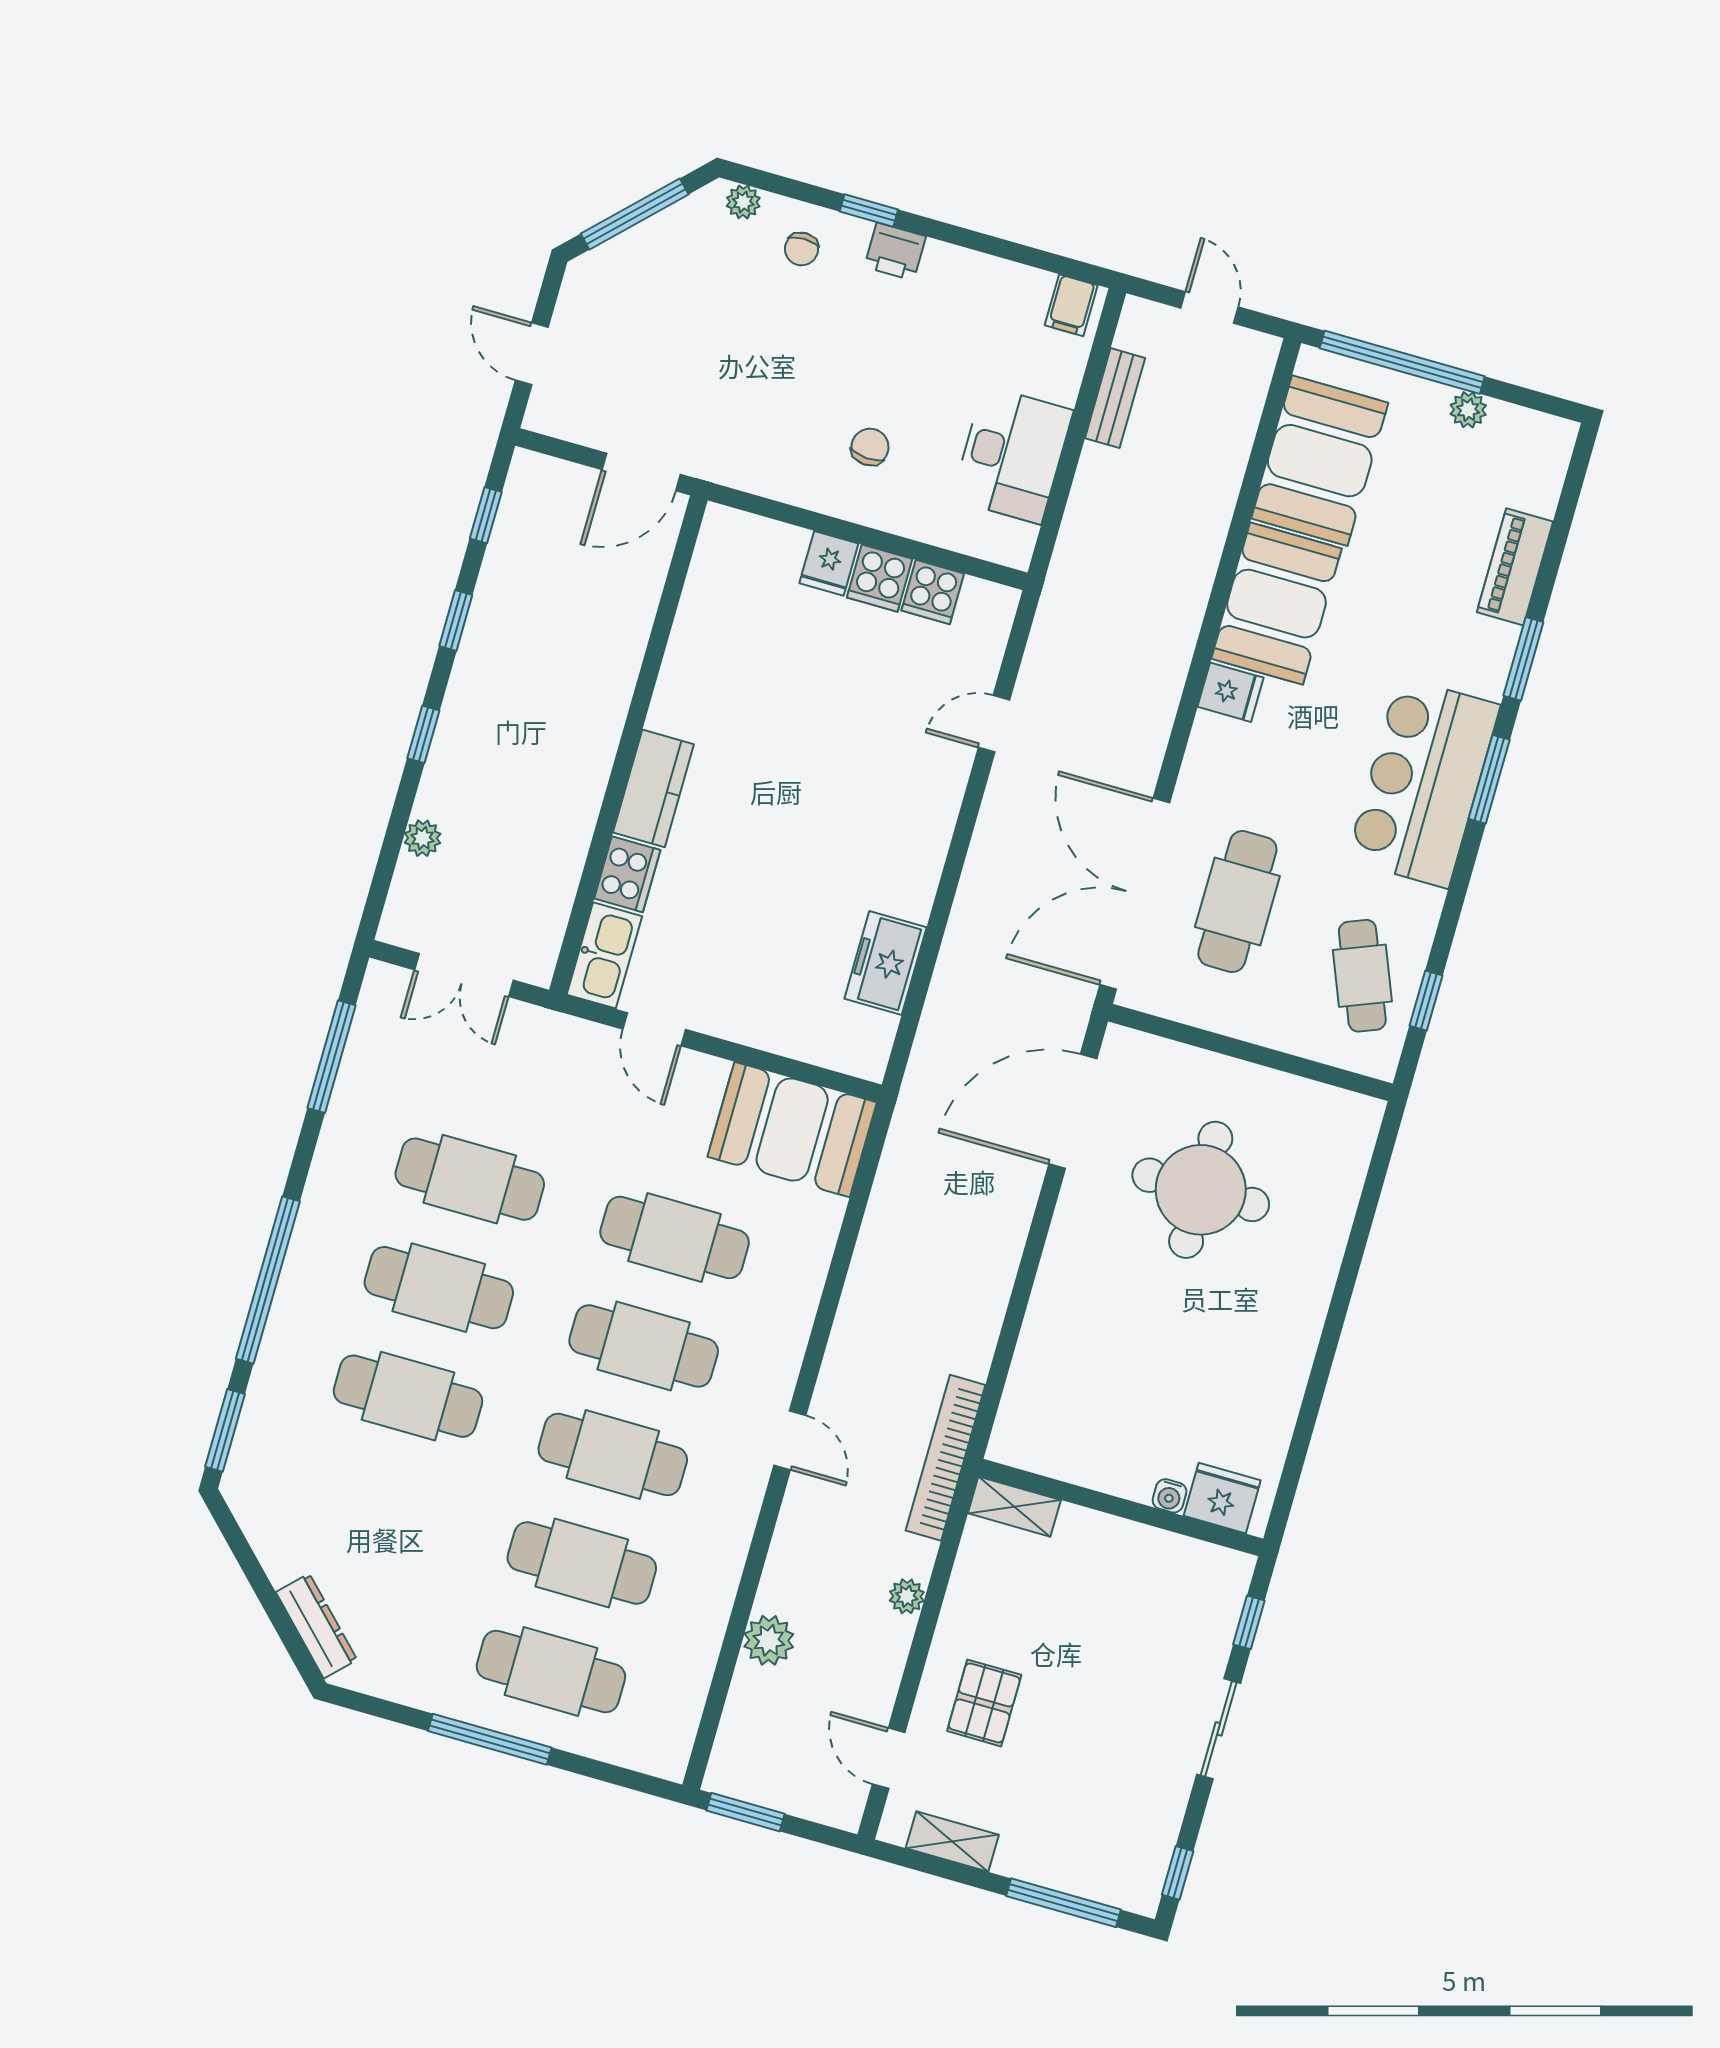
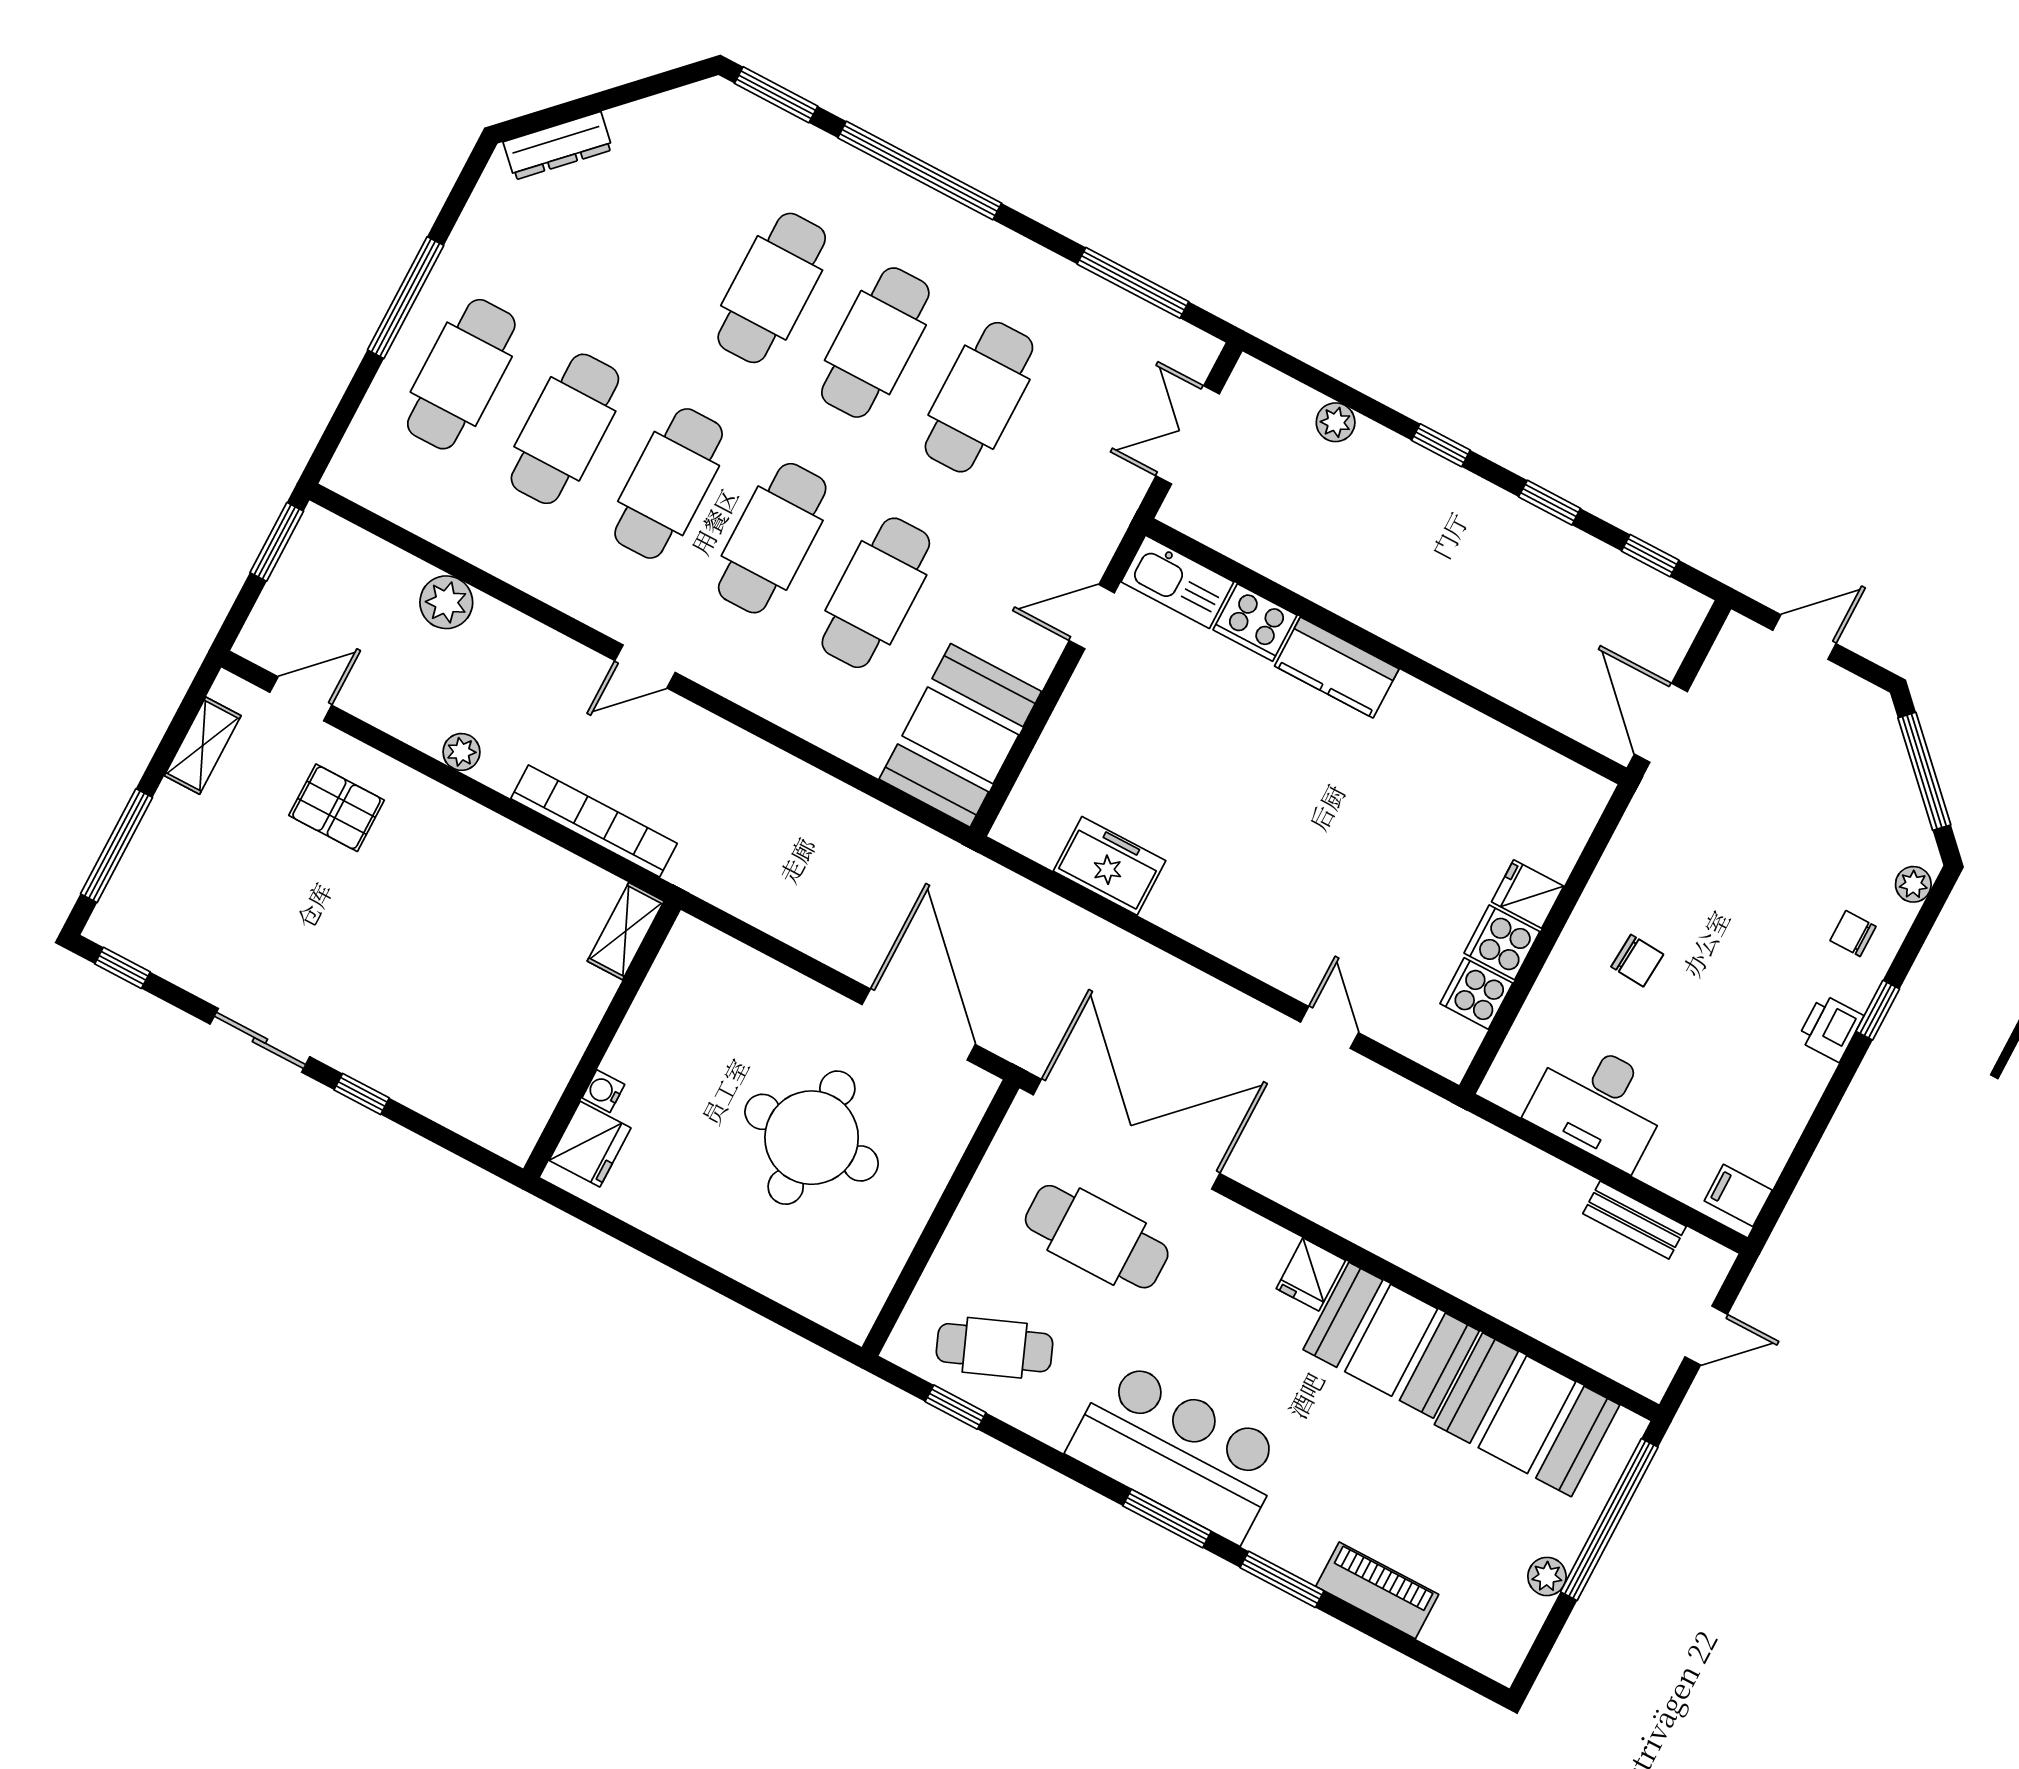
water cooler: (1170, 1496) -> (603, 1091), moved
fridge: (1222, 1498) -> (590, 1144), moved
shelving: (1014, 1507) -> (626, 931), moved
wall: (1121, 1507) -> (602, 1039), moved

